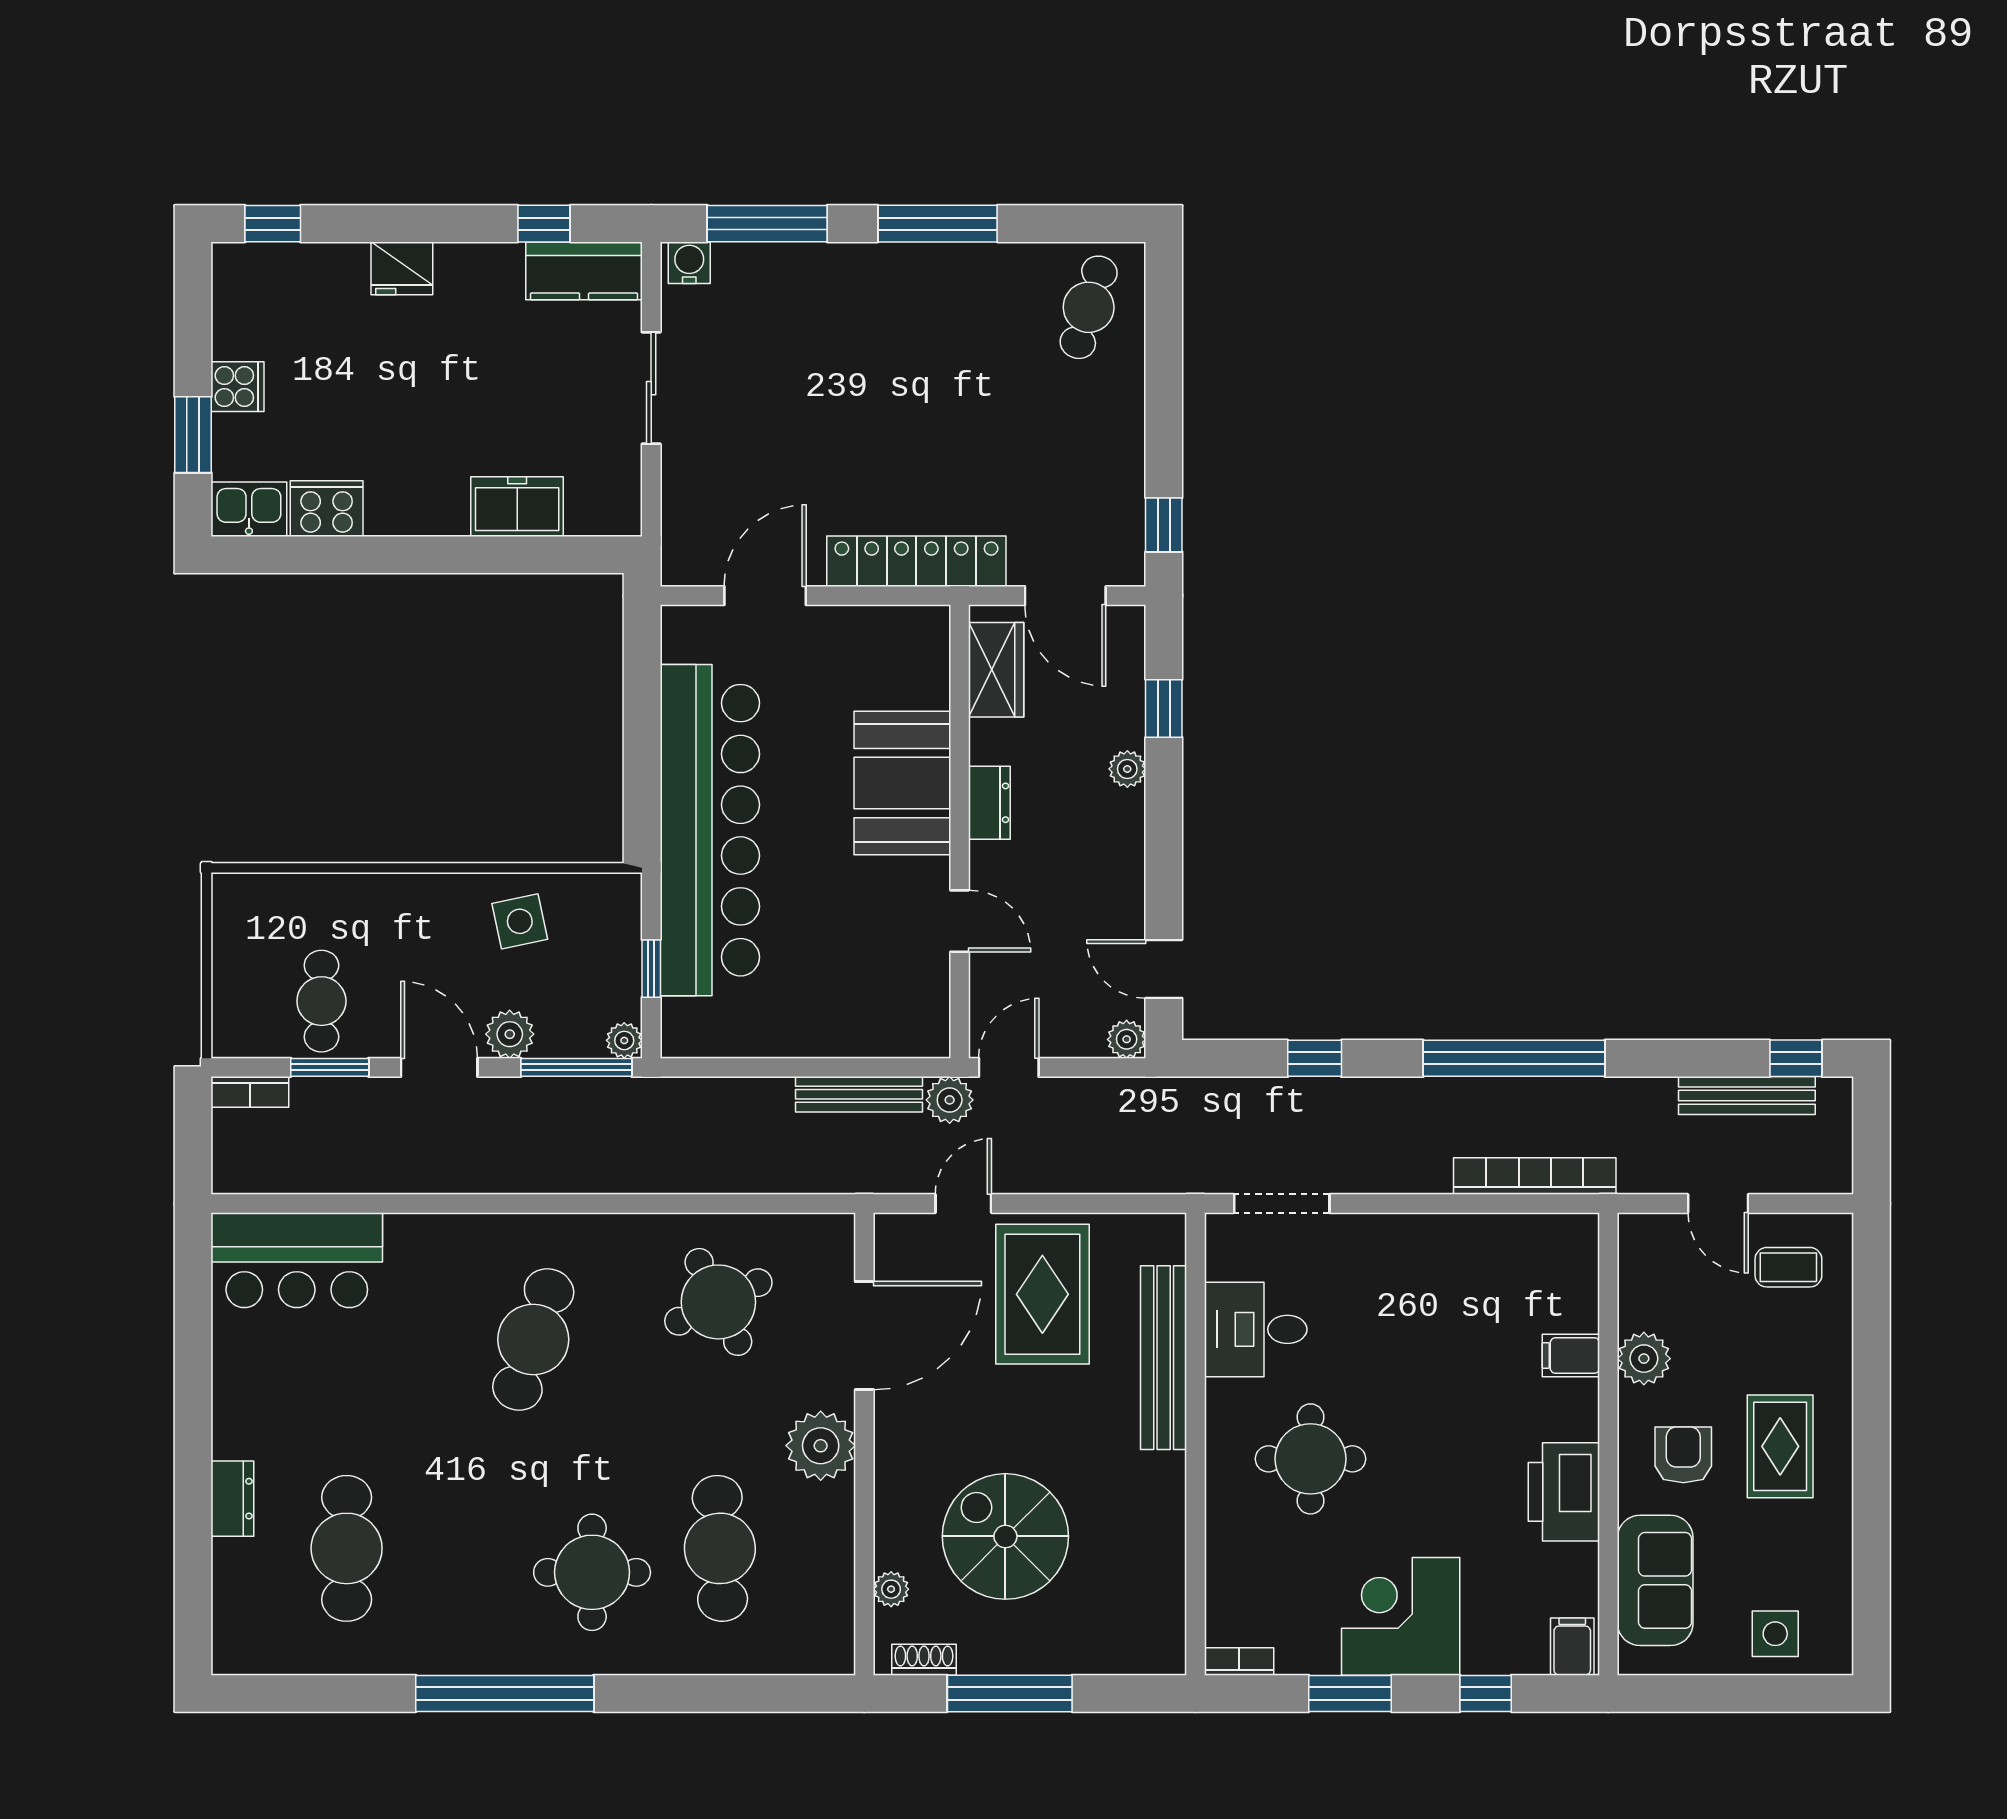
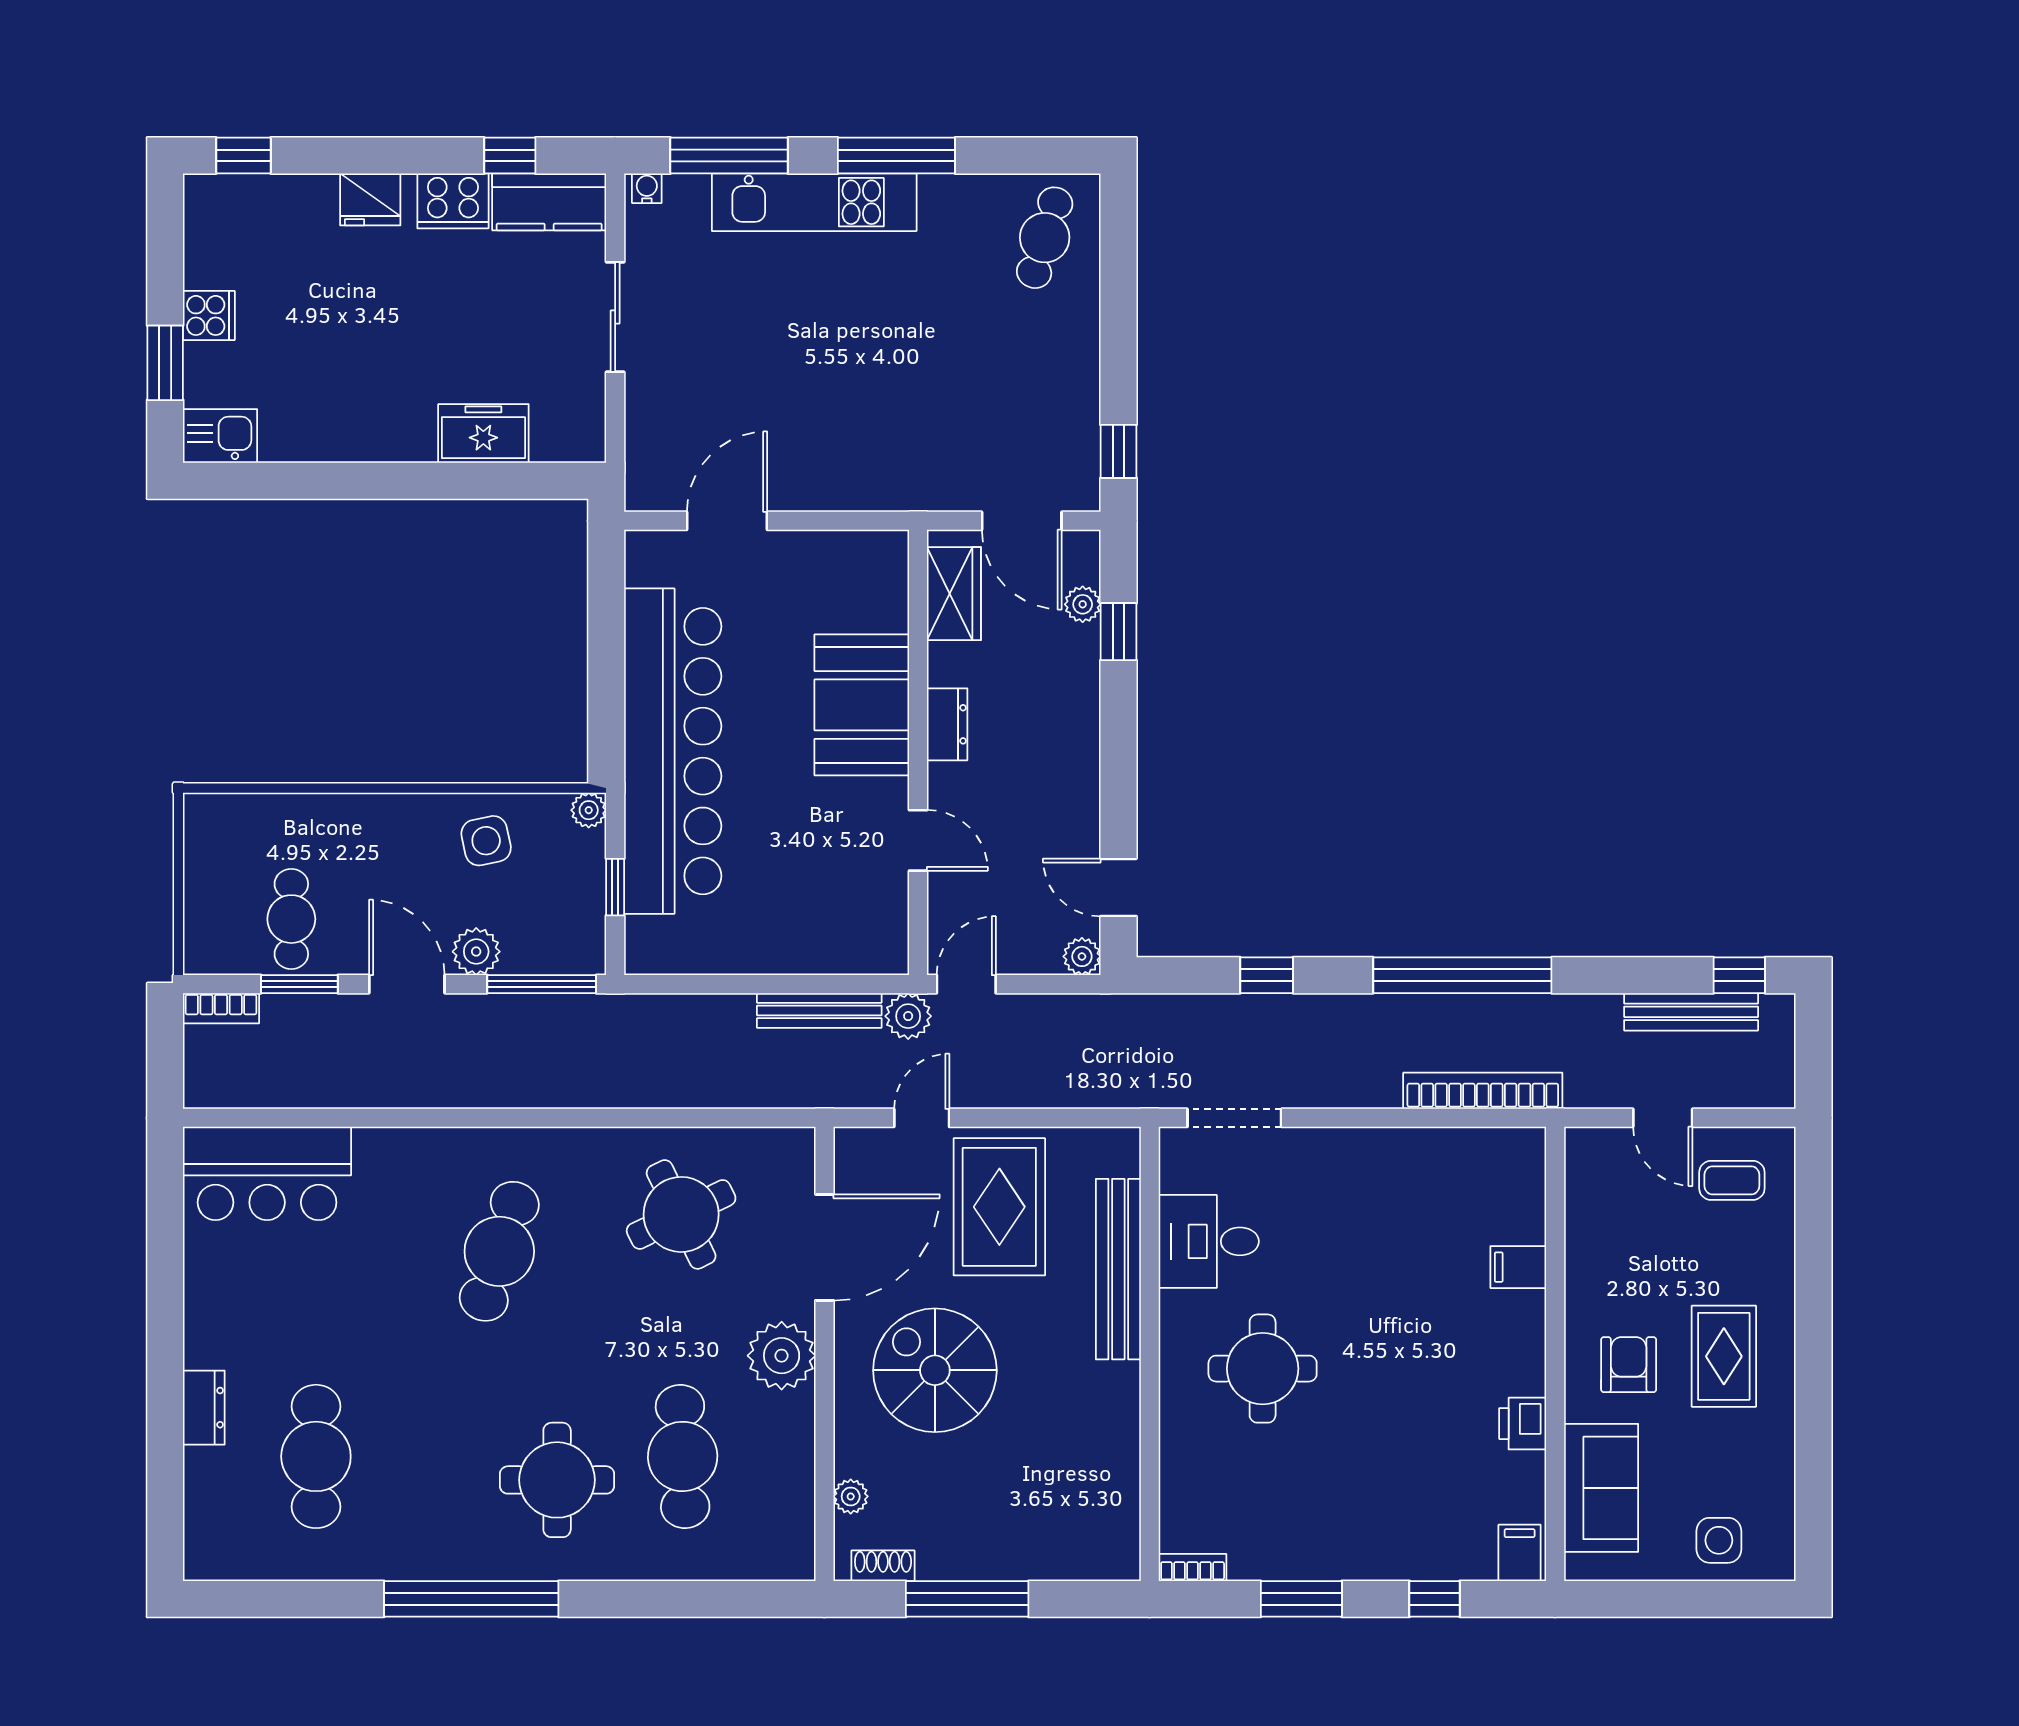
water cooler: (689, 263) -> (647, 188), width x0.72, depth x0.72
kitchen unit: (854, 271) -> (814, 202), added
cooker: (327, 509) -> (453, 201), moved, turned 180
locker: (916, 561) -> (876, 487), removed
plant: (1127, 769) -> (1083, 604), moved
plant: (624, 1040) -> (589, 810), moved
plant: (1644, 1359) -> (1590, 1270), removed
printer: (1564, 1492) -> (1523, 1424), width x0.53, depth x0.68
spiral stairs: (1005, 1536) -> (935, 1370), moved
corner desk: (1401, 1616) -> (1351, 1523), removed

